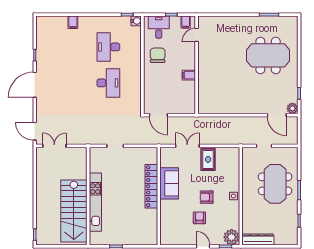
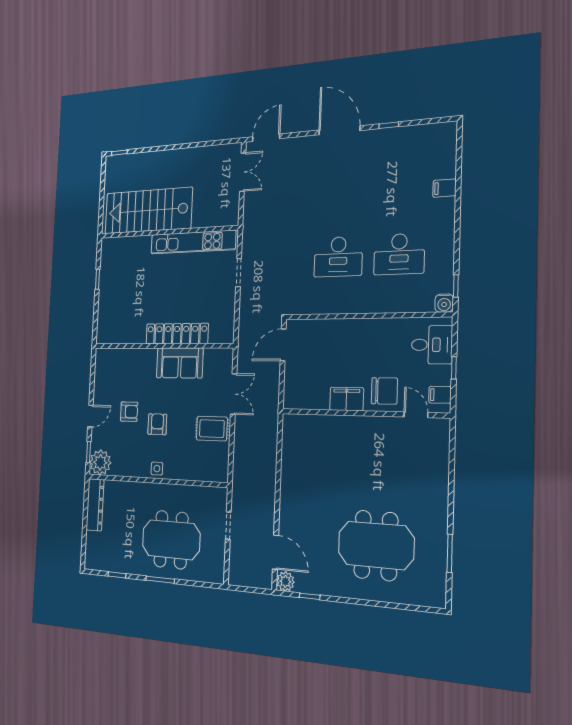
desk: (108, 47) -> (399, 254), turned 180
chair: (158, 55) -> (384, 391), moved
meeting table: (268, 55) -> (376, 545), turned 90
filing cabinet: (189, 75) -> (347, 399), width x2.00
door: (277, 115) -> (275, 552), swing flipped
kitchen unit: (95, 202) -> (193, 242), moved

